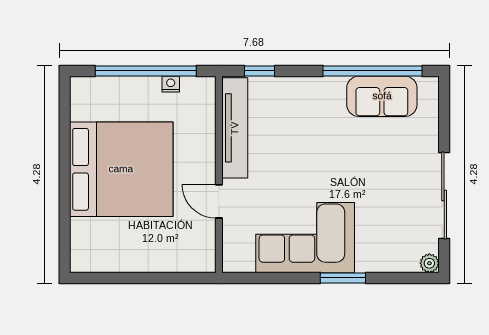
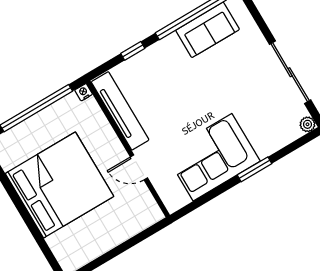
window: (260, 71) -> (133, 51), moved
nightstand: (171, 84) -> (84, 92), moved

